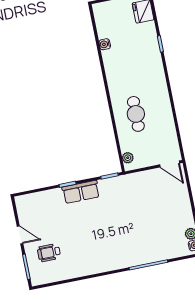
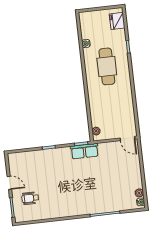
cafe table: (136, 114) -> (107, 66), moved, width x1.37, depth x1.35
row of seats: (81, 192) -> (85, 151), moved

